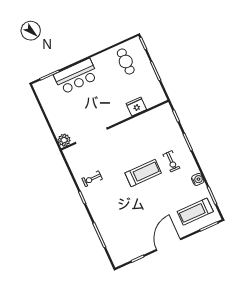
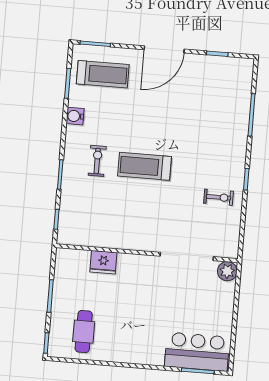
bar counter: (76, 76) -> (197, 352), moved

